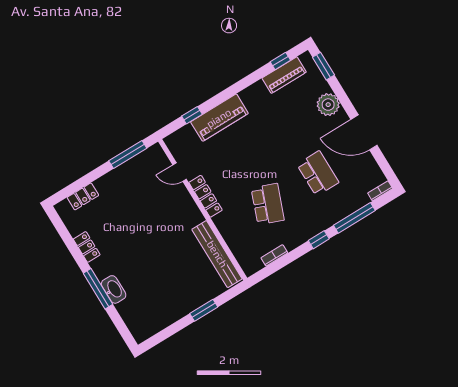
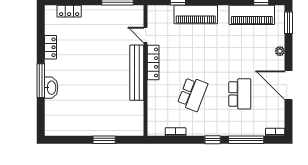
piano: (284, 75) -> (252, 15), width x1.37, depth x1.33
plant: (328, 105) -> (280, 51), width x0.53, depth x0.53
bench: (217, 254) -> (137, 73), moved

